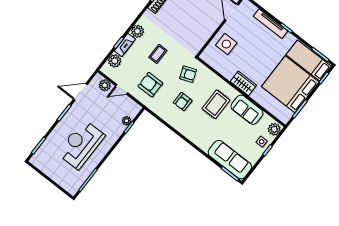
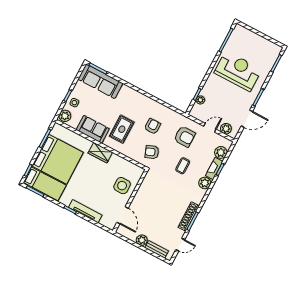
reception desk: (81, 144) -> (238, 71), turned -90

